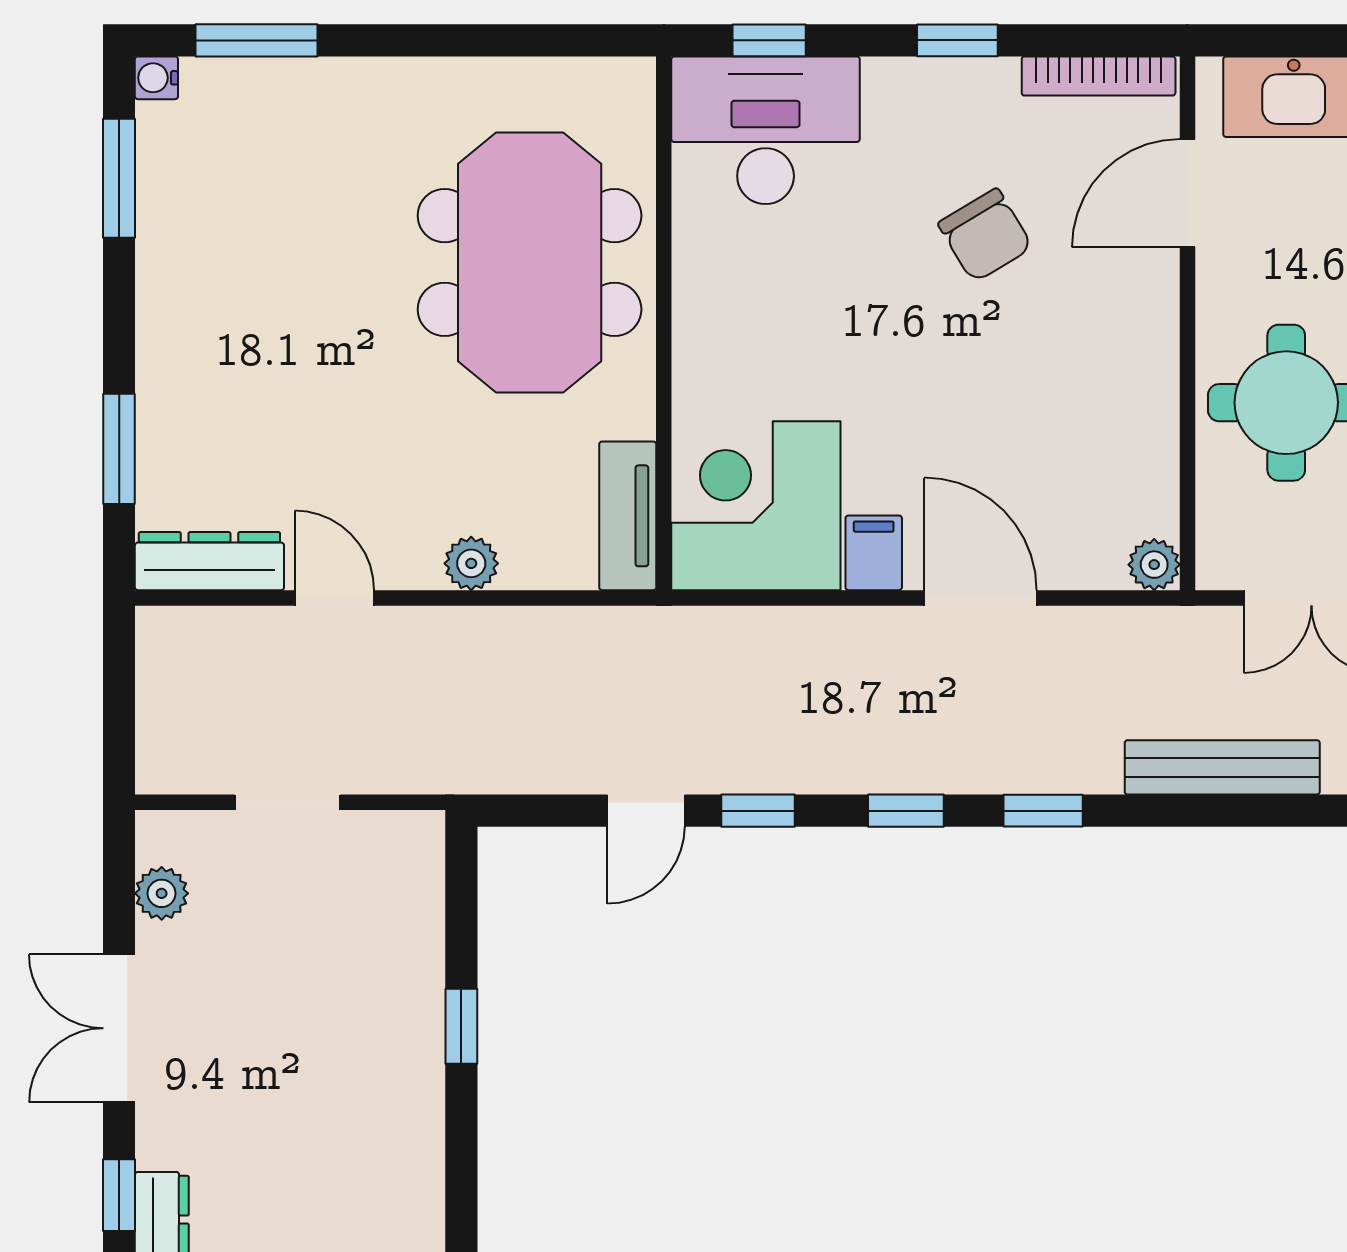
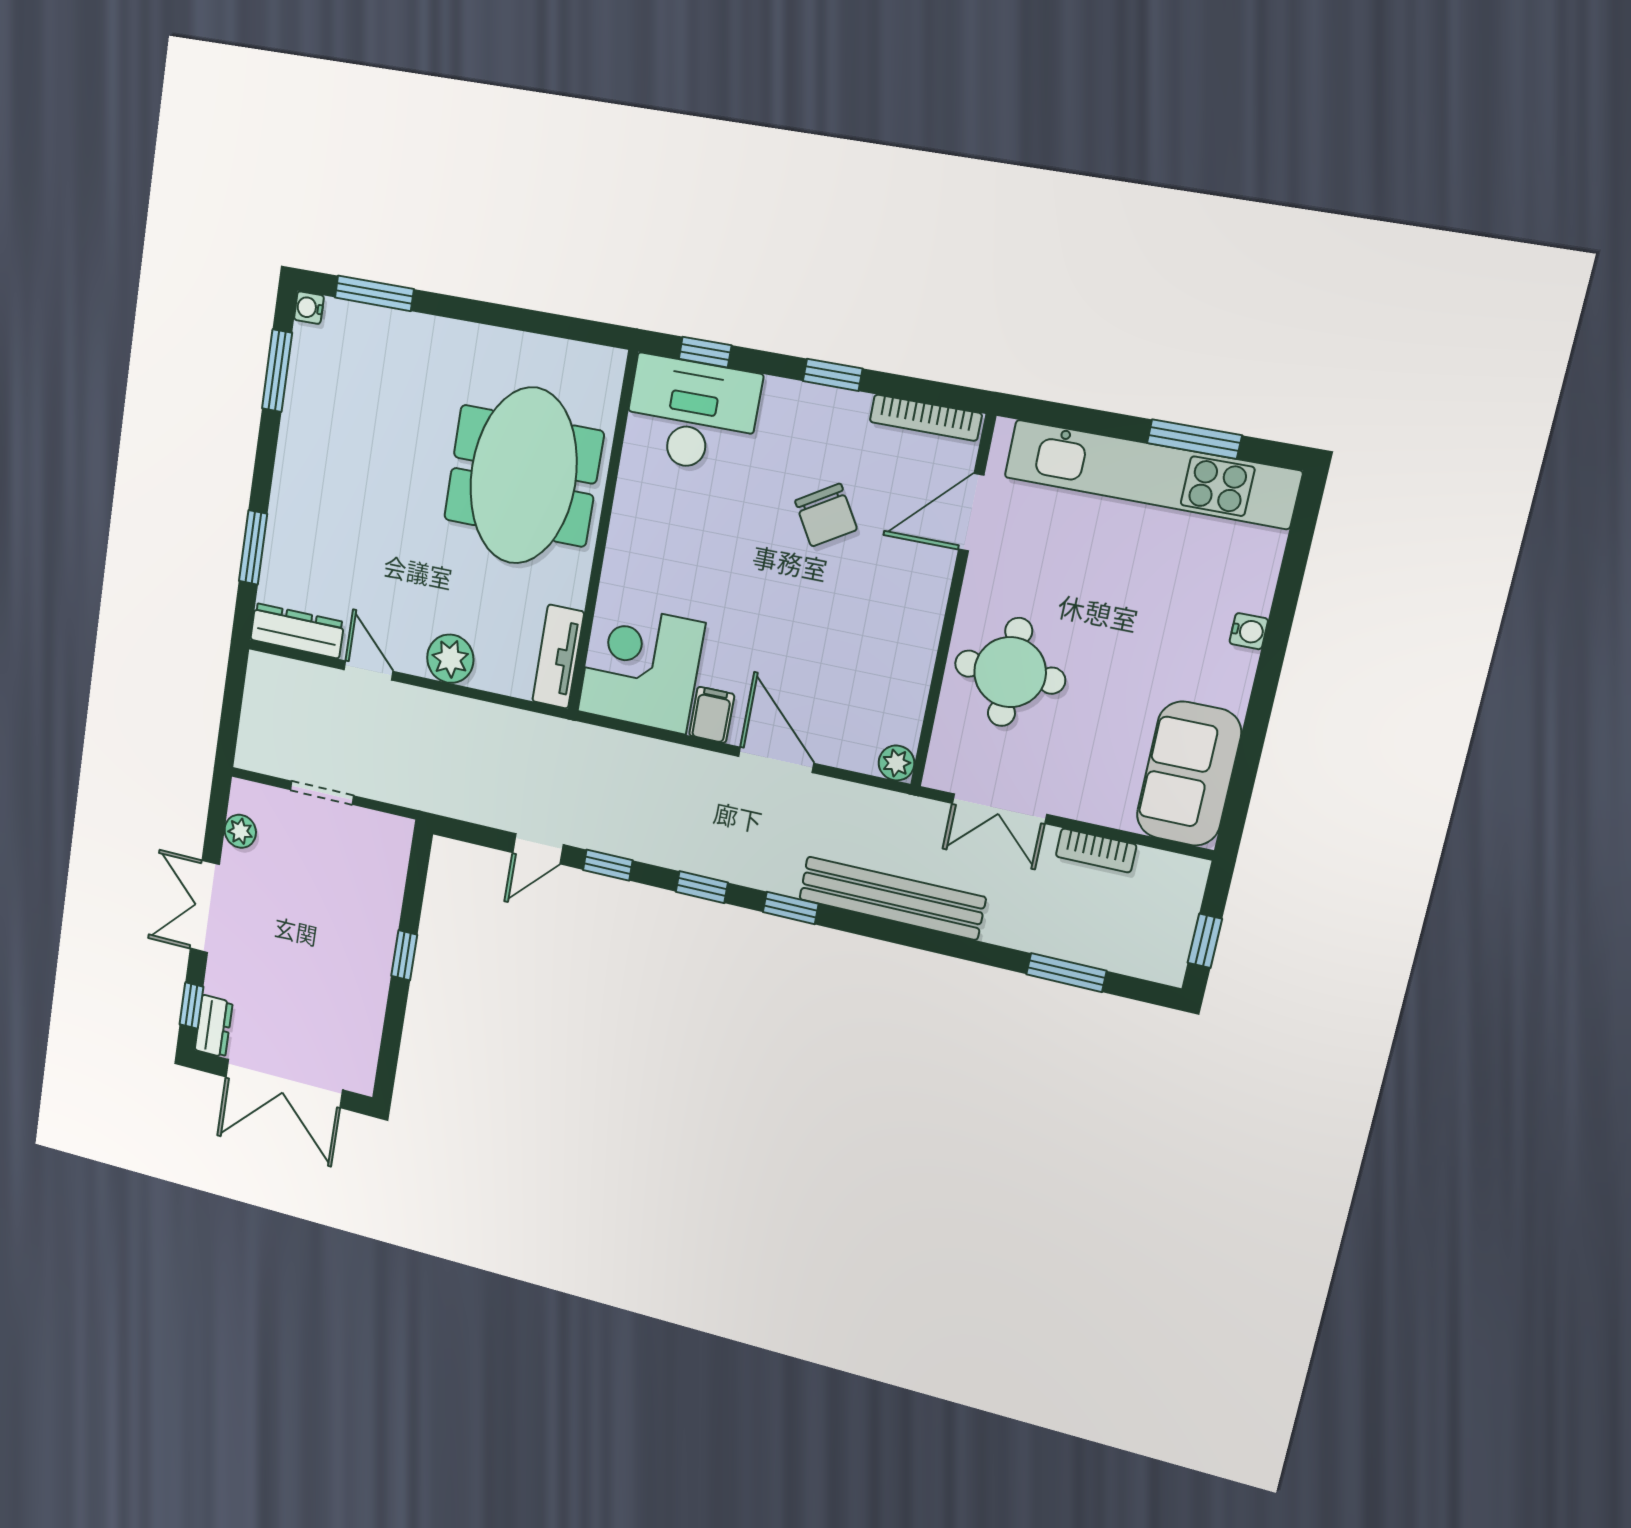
plant: (471, 563) -> (450, 659), width x1.38, depth x1.38
bench: (1222, 767) -> (892, 898), width x1.37, depth x1.21

